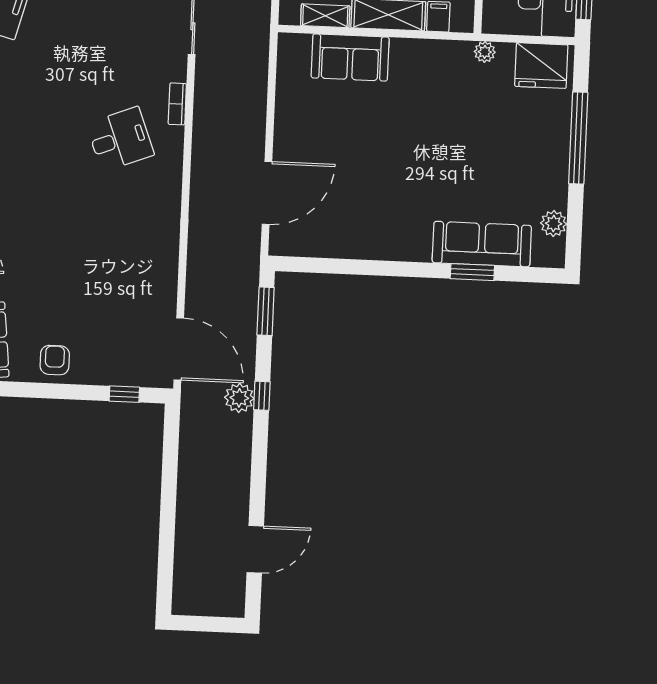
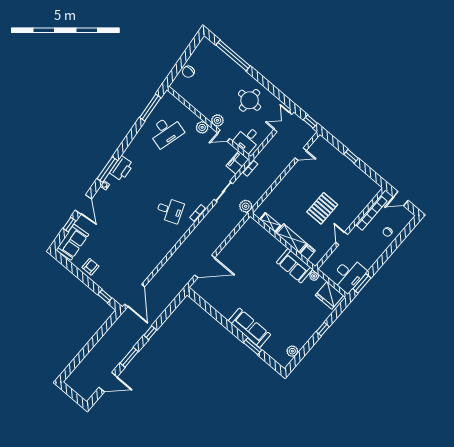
sofa: (350, 57) -> (295, 266), moved
window: (578, 138) -> (323, 329), width x0.32
sofa: (482, 244) -> (250, 328), moved
window: (266, 311) -> (129, 357), moved
plant: (239, 398) -> (246, 206), moved

